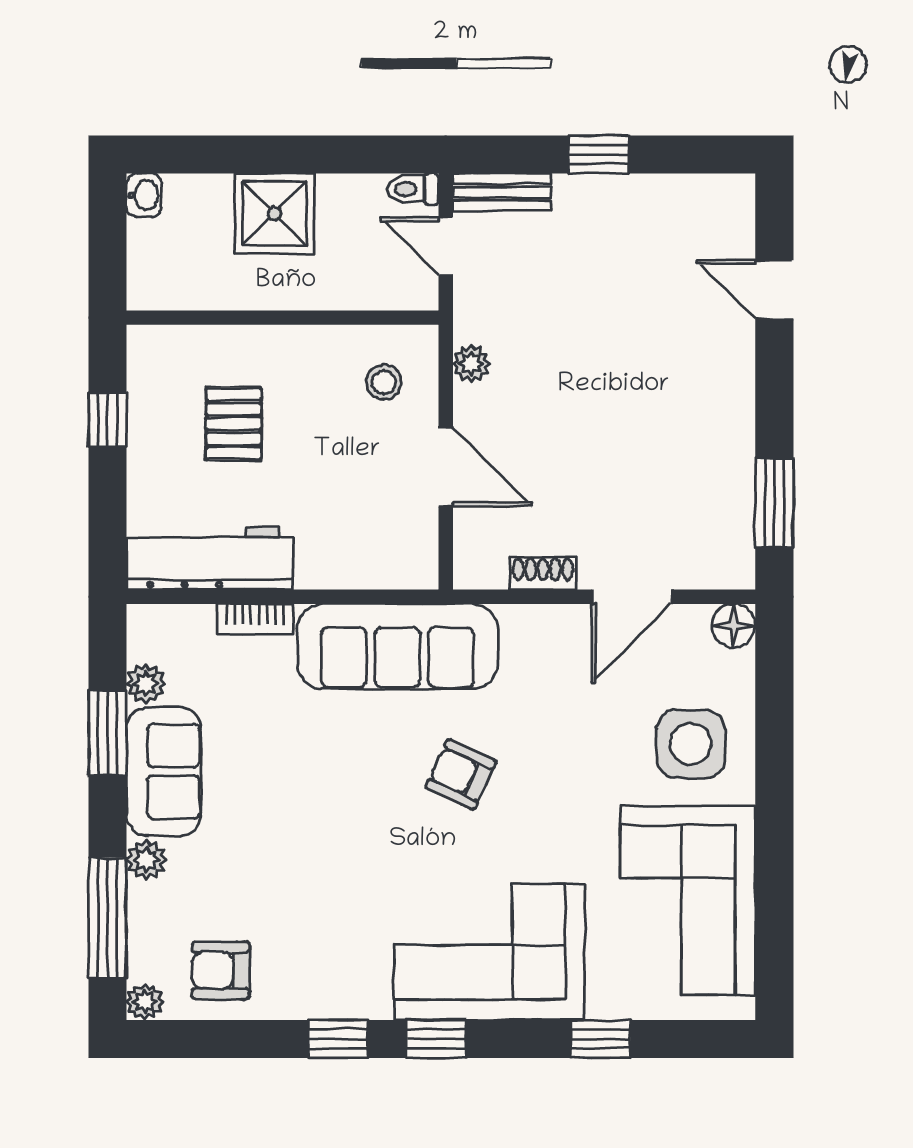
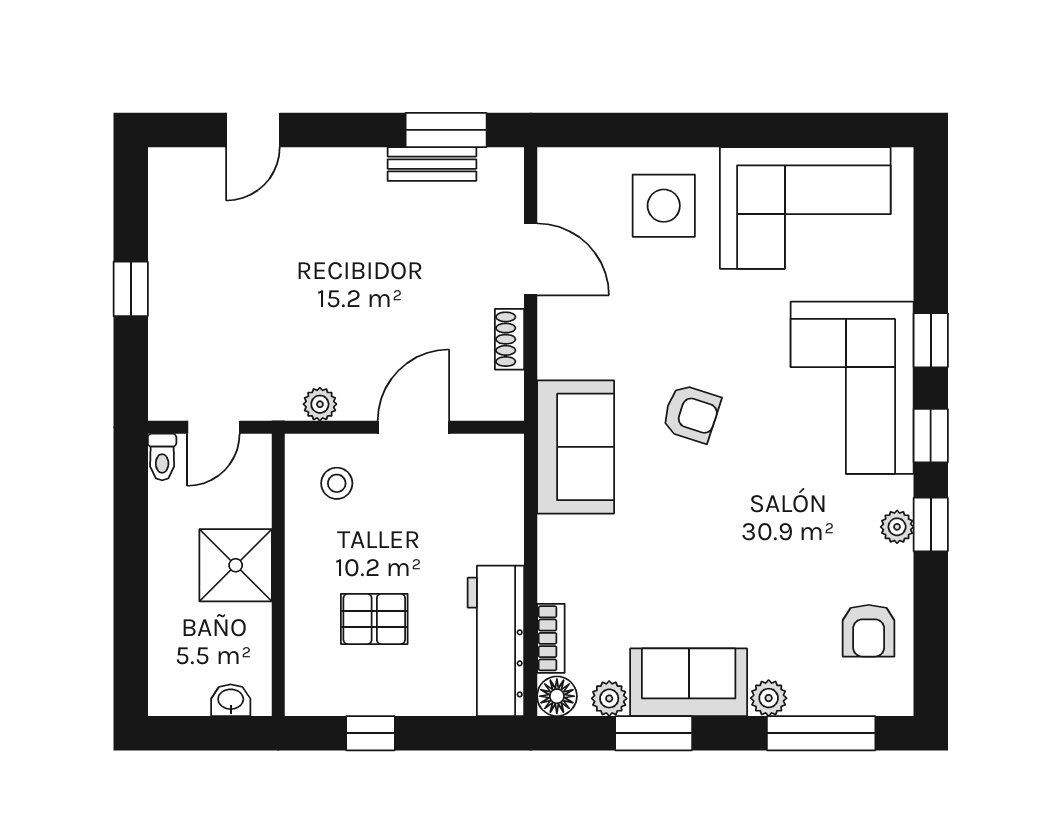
bench: (502, 192) -> (432, 164), moved, turned 90
washbasin: (144, 195) -> (231, 700), moved
shower: (274, 213) -> (236, 565), moved
bookcase: (255, 619) -> (551, 638), moved
floor lamp: (734, 626) -> (557, 696), moved
sofa: (397, 646) -> (576, 447), width x0.73
armchair: (461, 774) -> (691, 414), turned -97
plant: (145, 1002) -> (897, 527), moved
window: (600, 1039) -> (931, 340), moved

